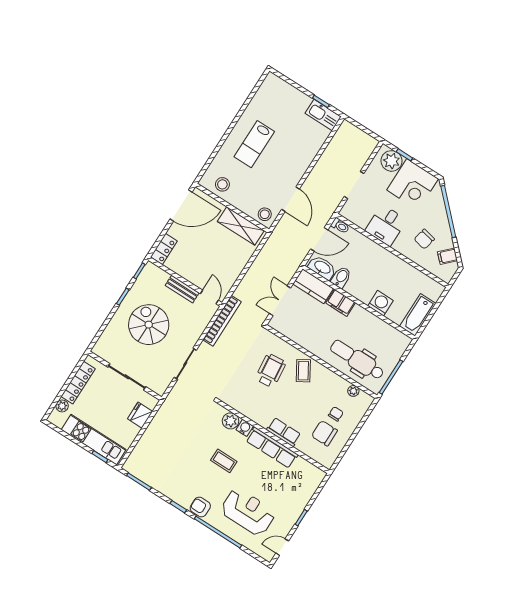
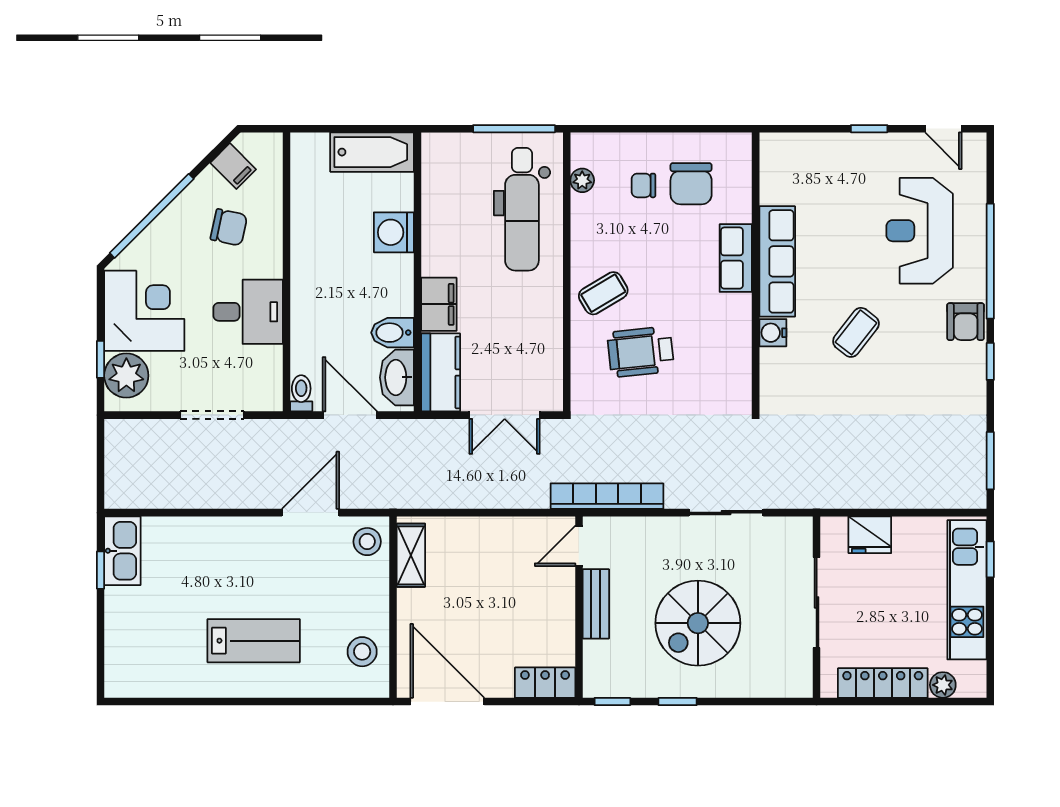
shelving: (241, 226) -> (411, 555), width x0.67, depth x0.75
plant: (231, 421) -> (777, 366), removed
coffee table: (224, 461) -> (856, 332), turned 38

